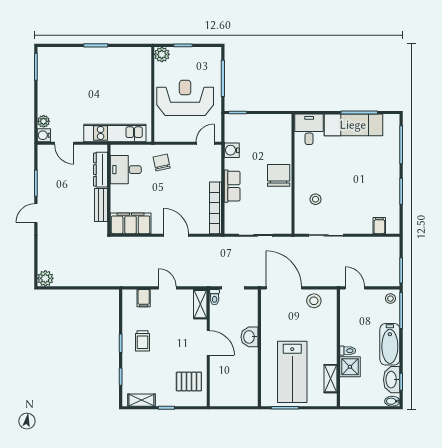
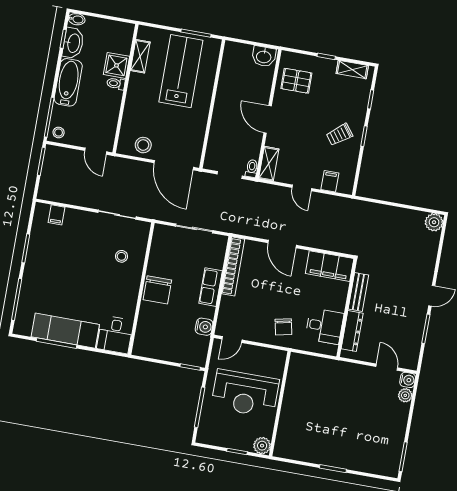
kitchen unit: (115, 133) -> (329, 368), removed
washbasin: (250, 337) -> (264, 56), moved, turned 90
trolley: (142, 341) -> (339, 135), turned -127

